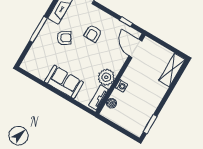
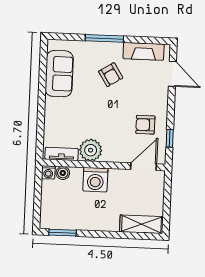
armchair: (93, 33) -> (145, 125), moved
sofa: (64, 82) -> (59, 74), moved
washing machine: (121, 86) -> (95, 180), width x1.89, depth x1.89
washing machine: (106, 112) -> (48, 172), added

